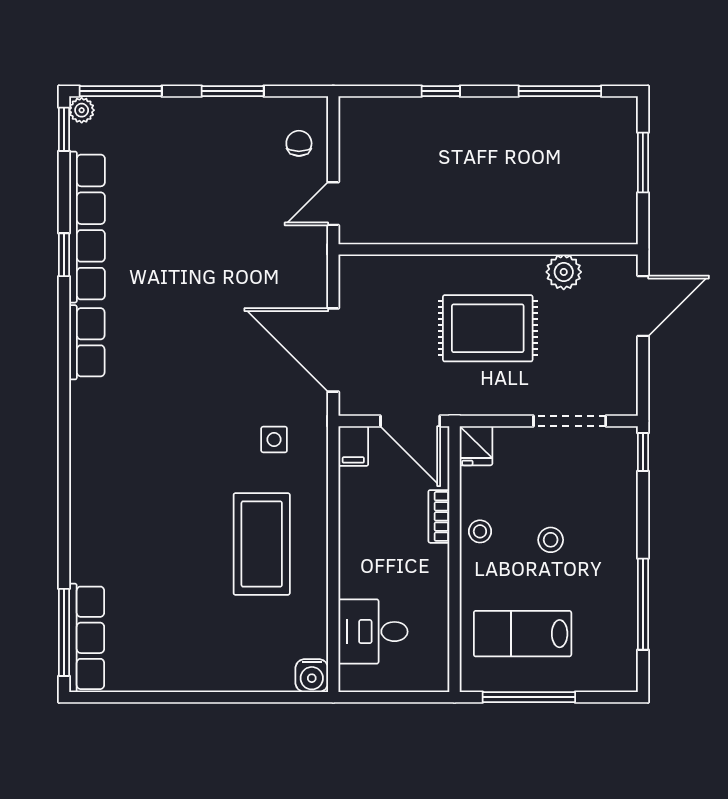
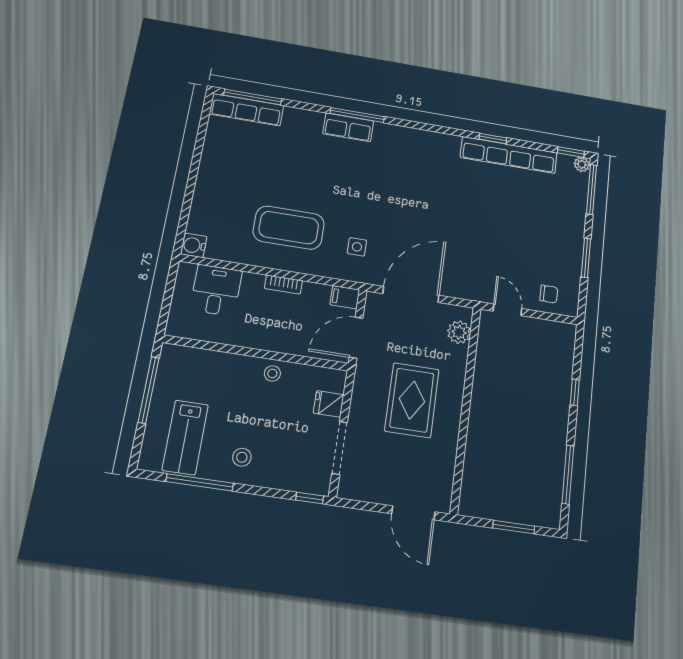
plant: (564, 272) -> (459, 332), moved
row of seats: (87, 342) -> (348, 127), moved
fridge: (476, 446) -> (329, 404), moved
window: (64, 470) -> (357, 115), added
bookcase: (439, 516) -> (283, 285), moved, turned 180
stool: (551, 540) -> (242, 457), moved
lab bench: (523, 634) -> (185, 437), moved, turned 180

